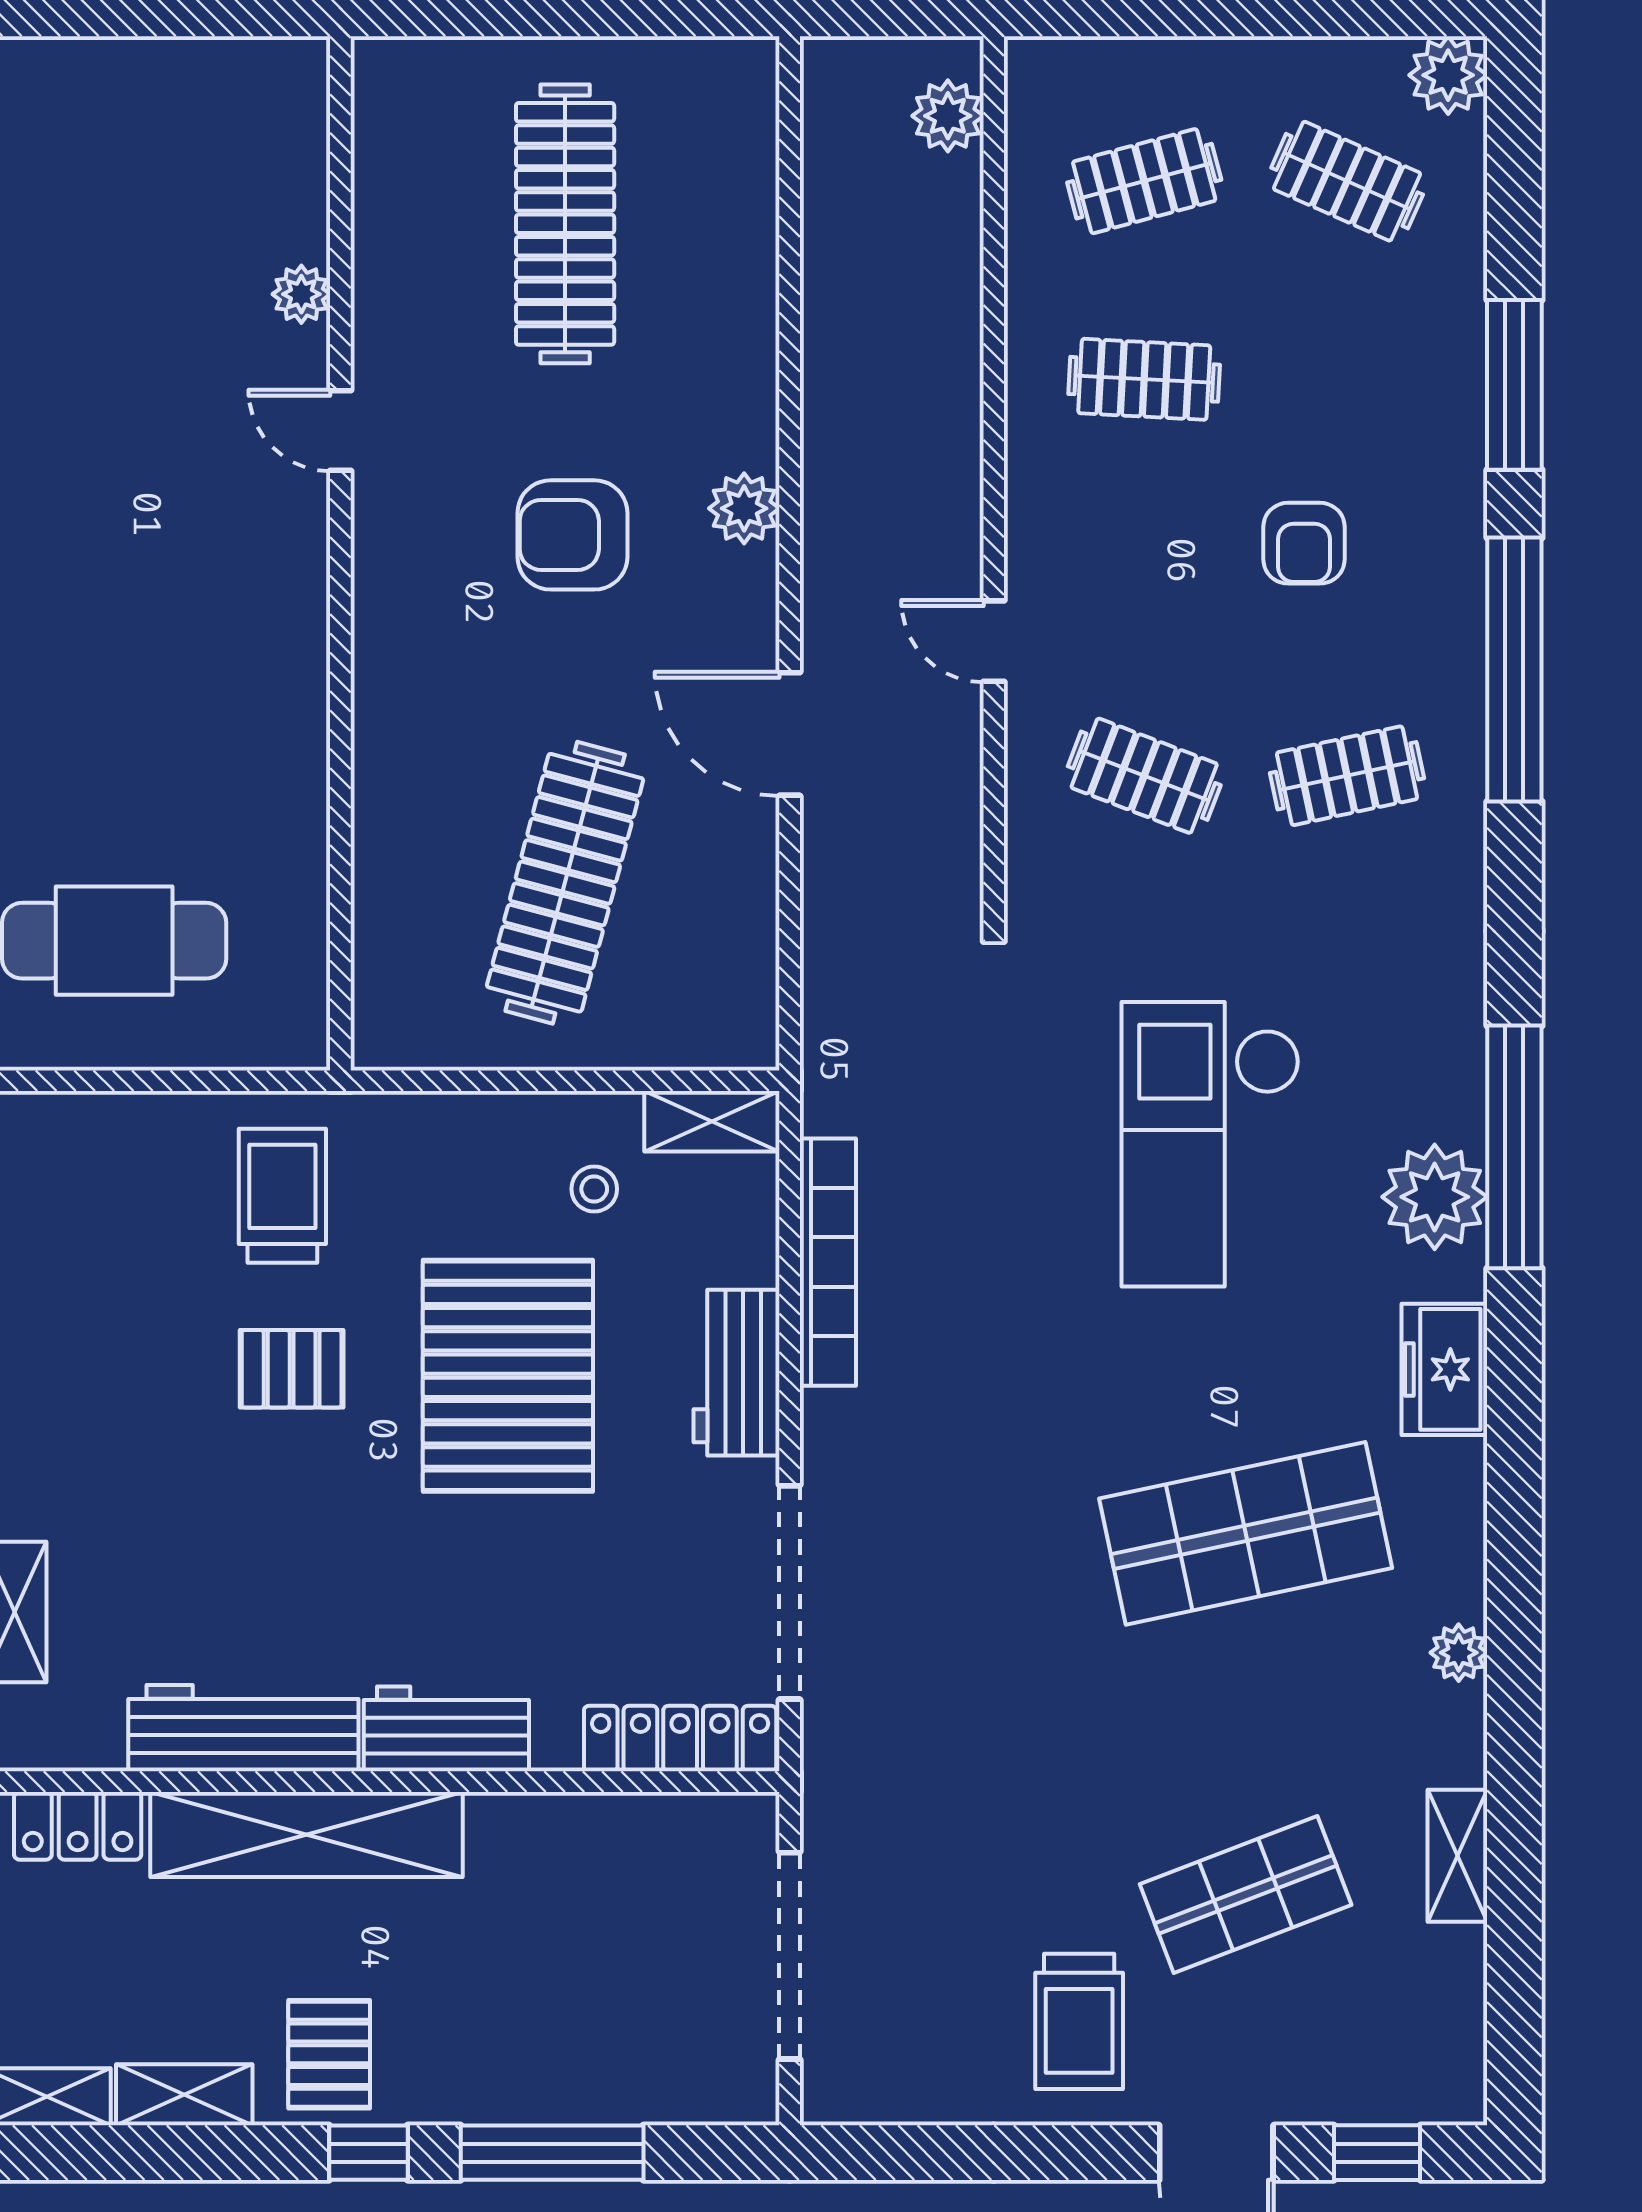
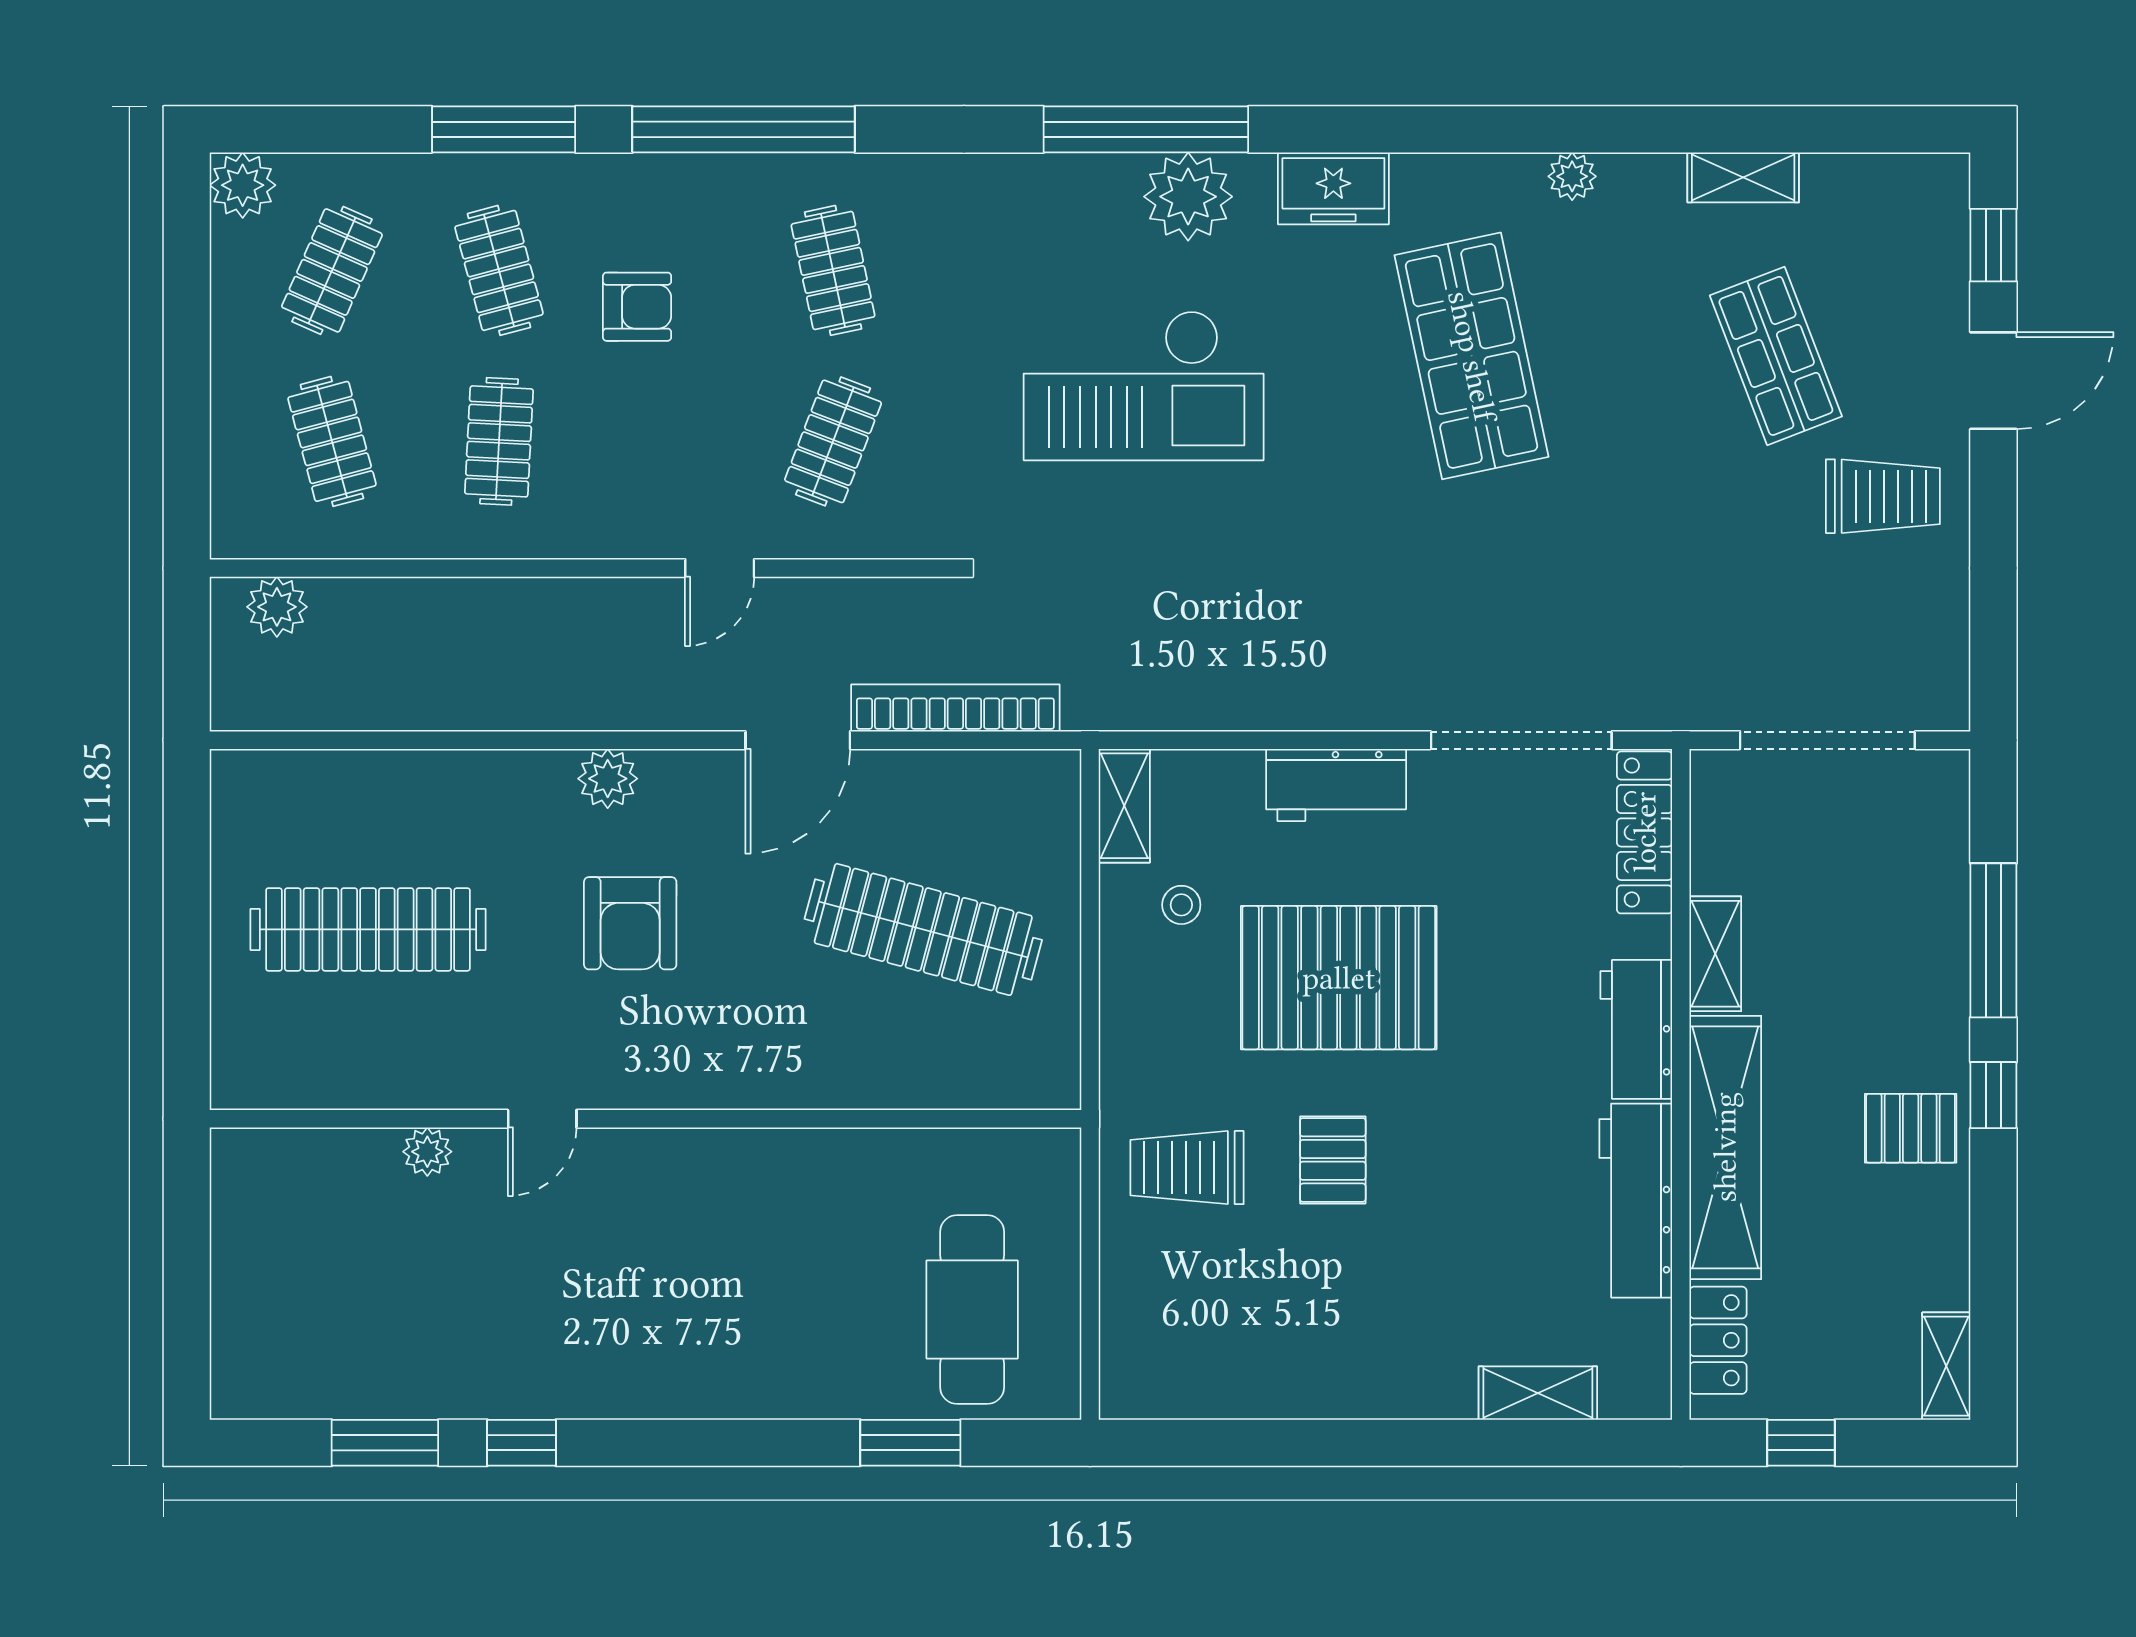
clothes rail: (1347, 379) -> (499, 270), added
bookcase: (828, 1262) -> (955, 708), moved
shelving: (184, 2095) -> (1715, 954), moved

